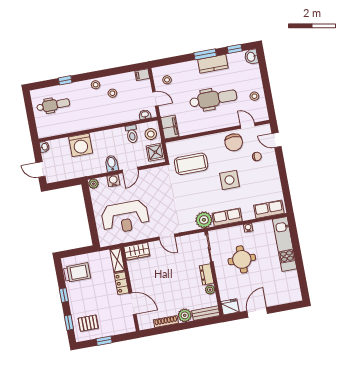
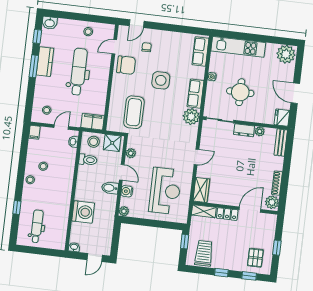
plant: (151, 173) -> (131, 153), added
window: (83, 251) -> (185, 242), added
plant: (292, 292) -> (286, 54), added
plant: (185, 315) -> (272, 202), moved

